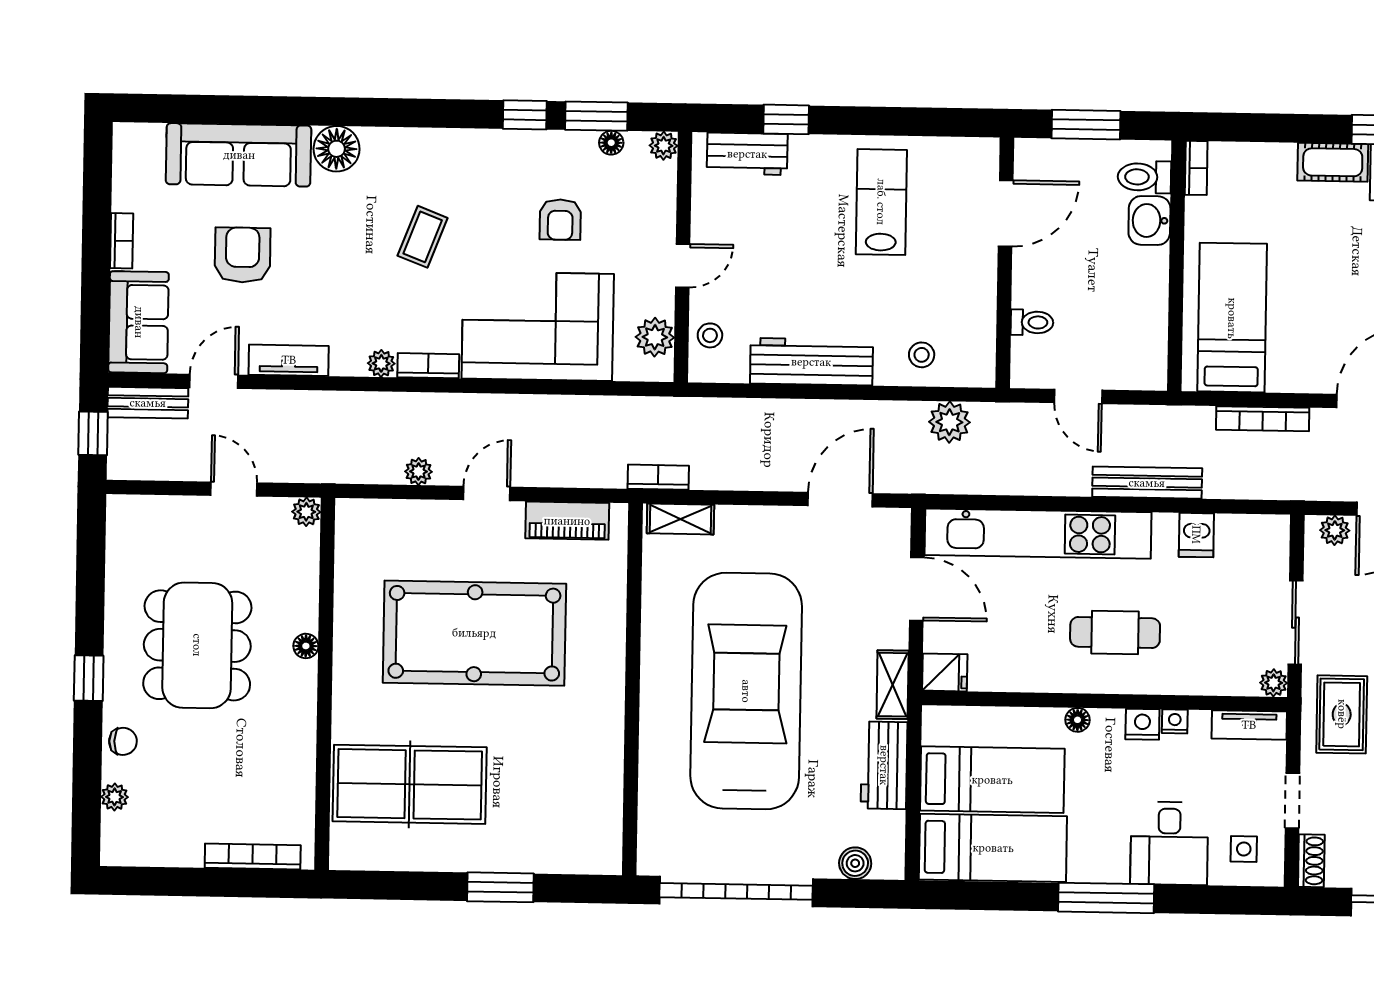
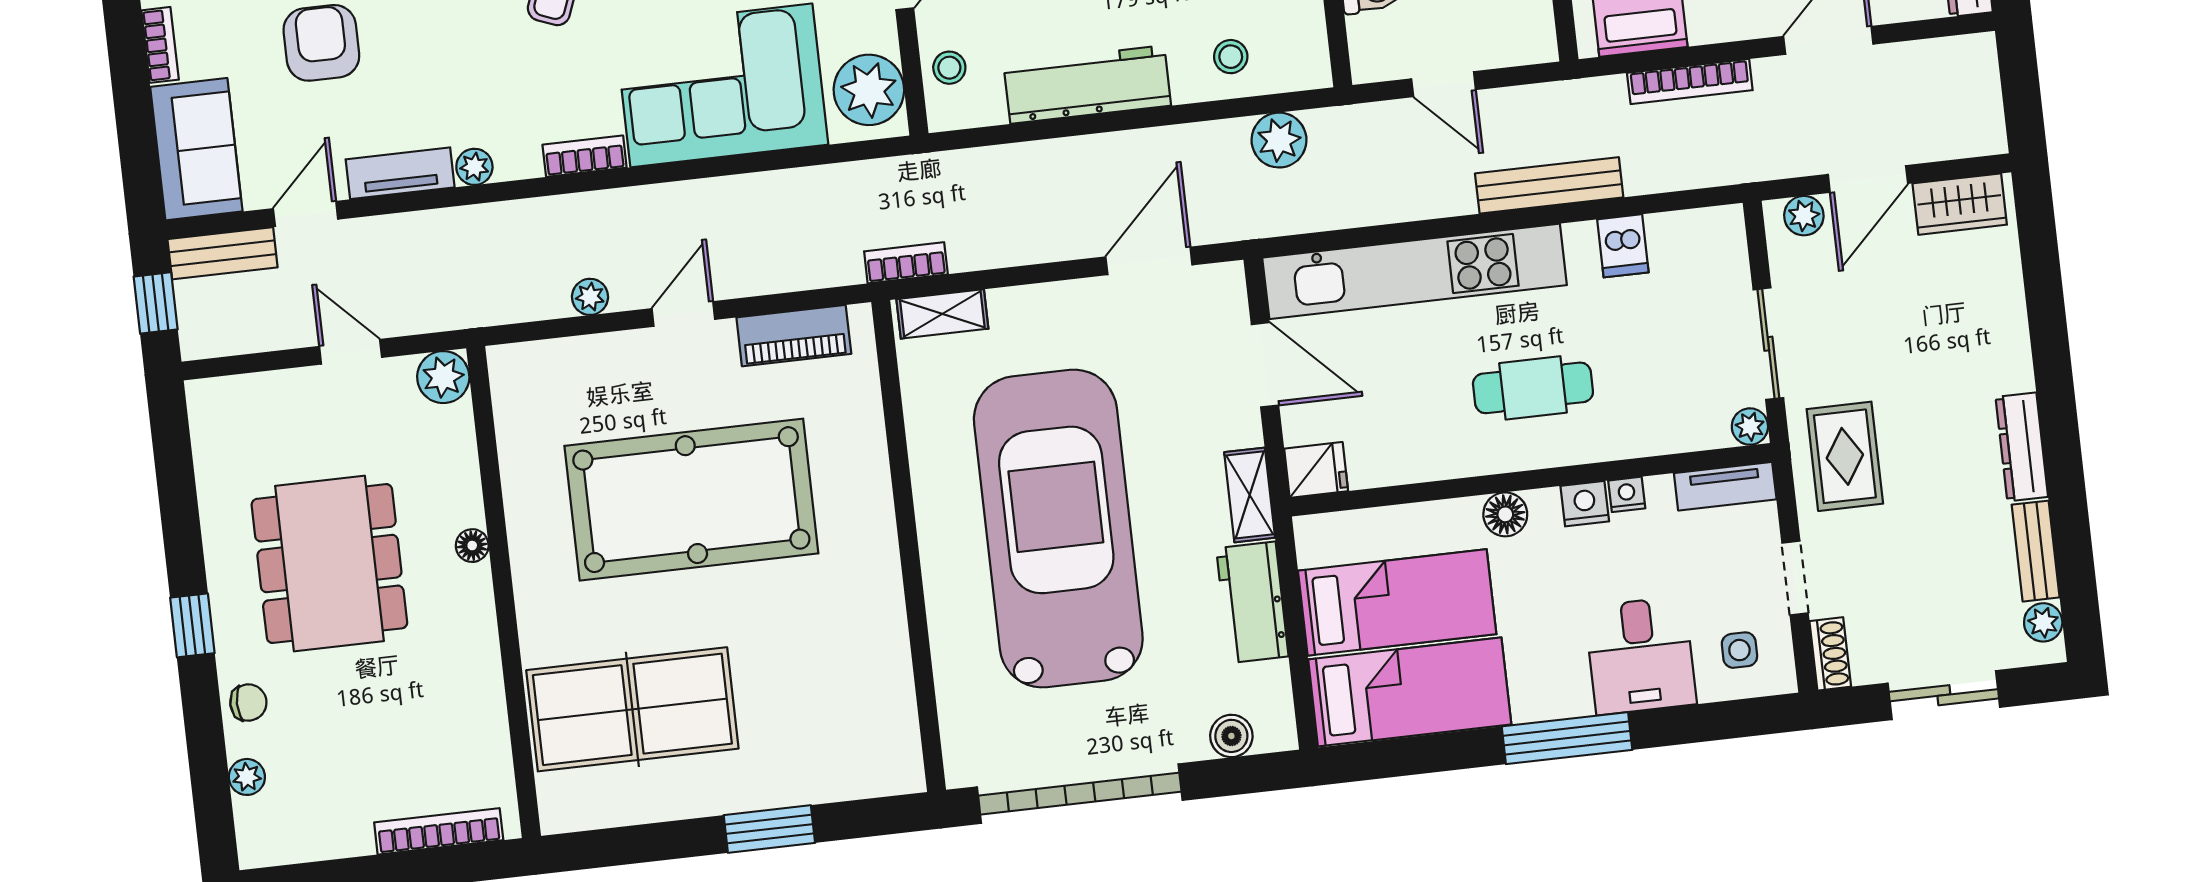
plant: (655, 337) -> (869, 90), width x1.36, depth x1.36
plant: (381, 363) -> (474, 167), moved
plant: (306, 512) -> (443, 377), width x1.38, depth x1.38
floor lamp: (1078, 720) -> (1505, 514), width x1.37, depth x1.37

